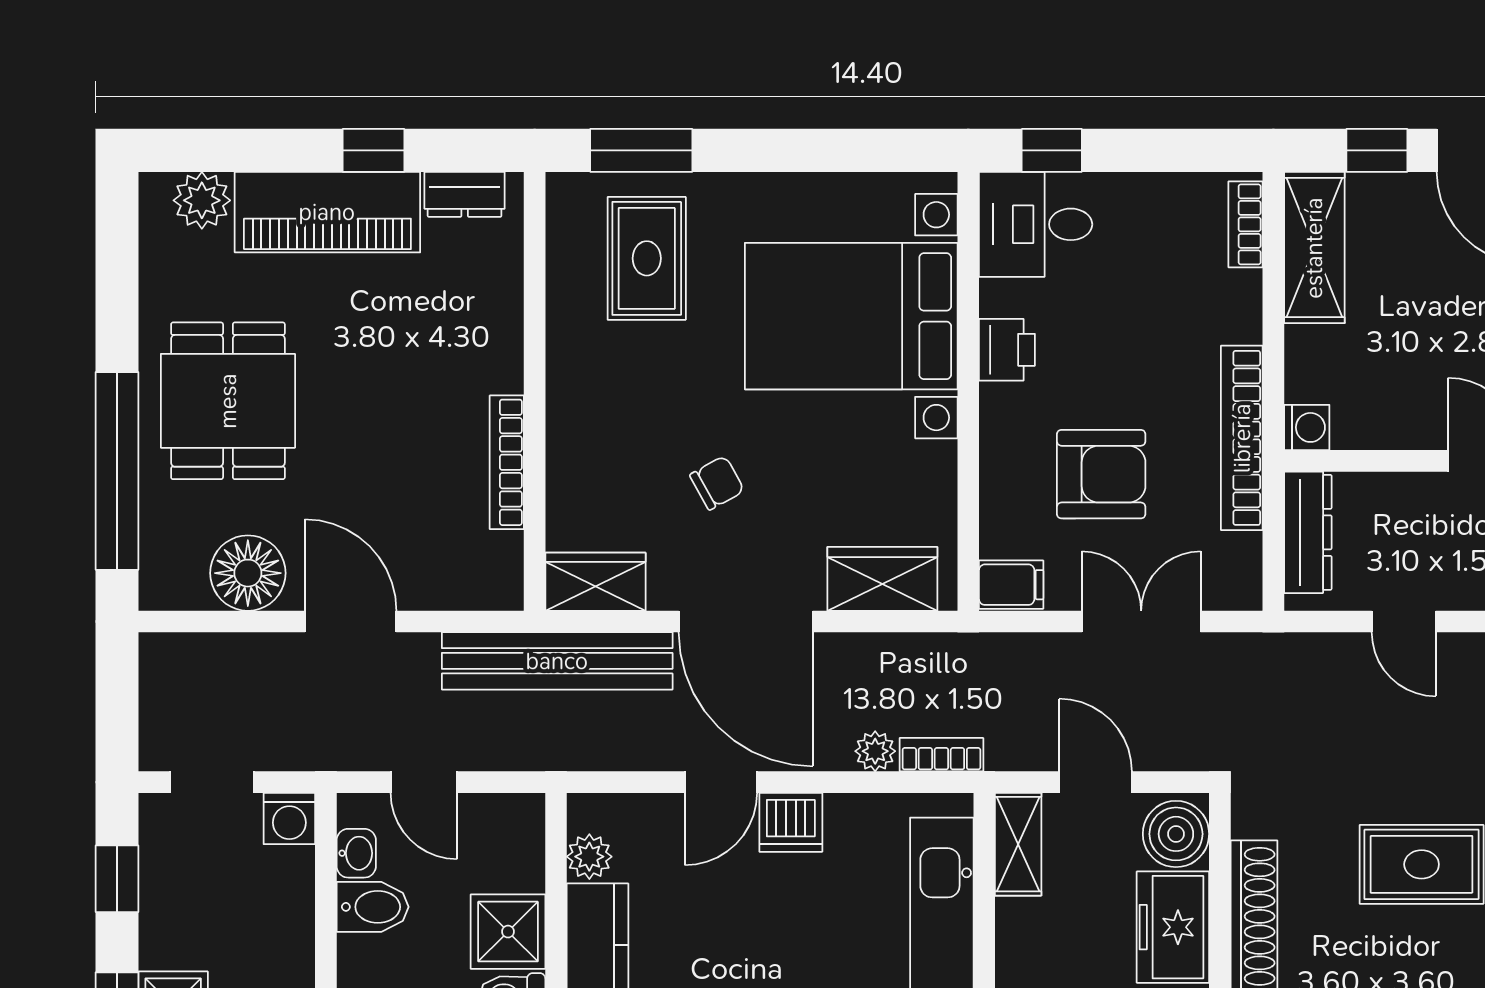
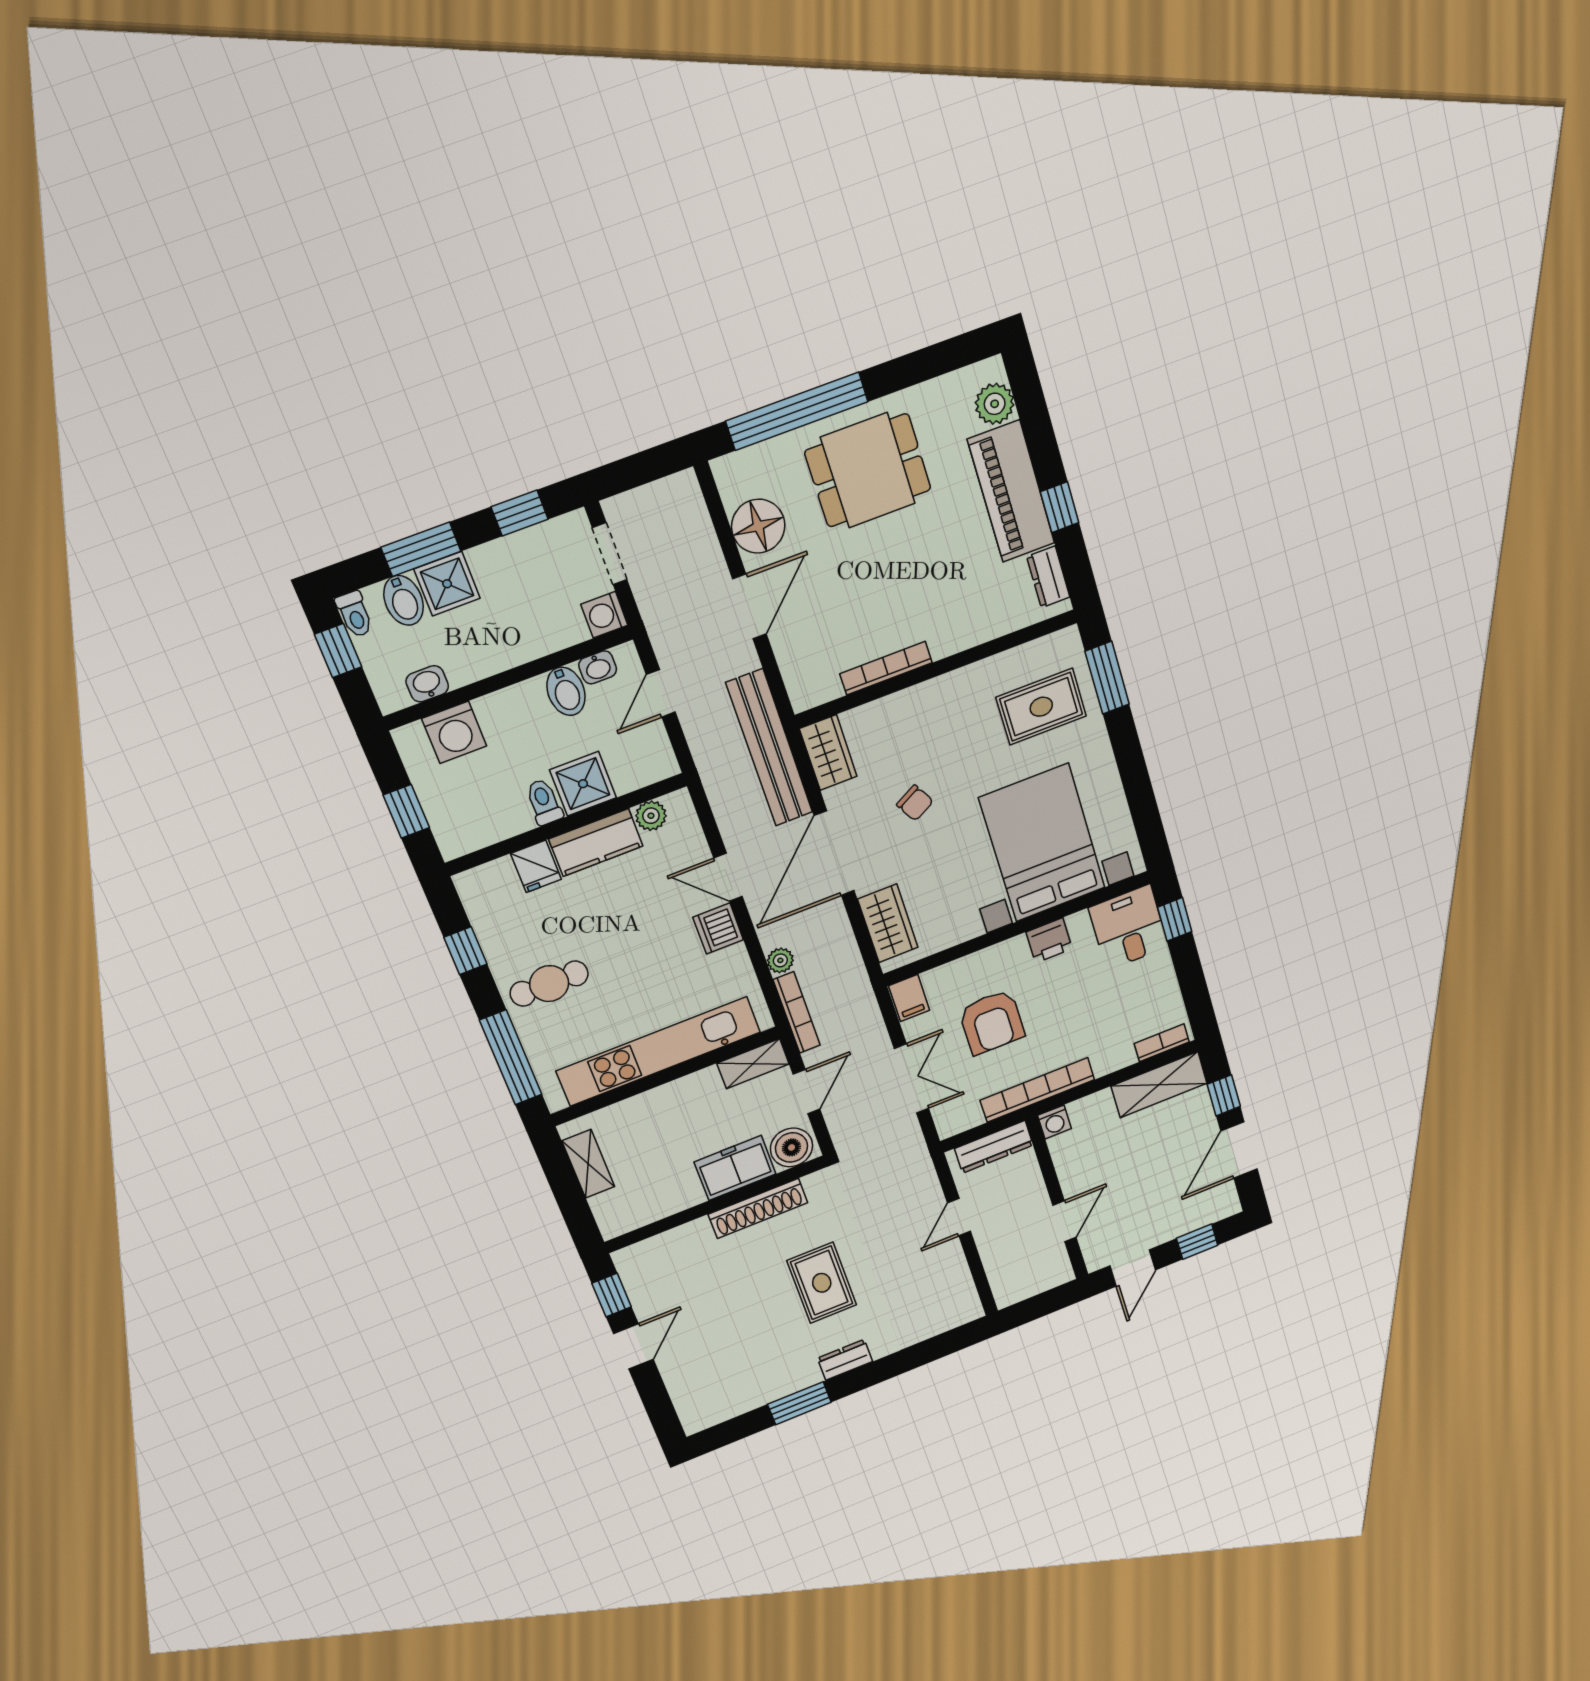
bookcase: (941, 755) -> (797, 1012), width x1.56

